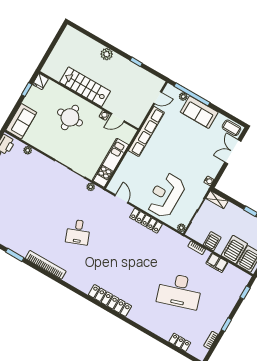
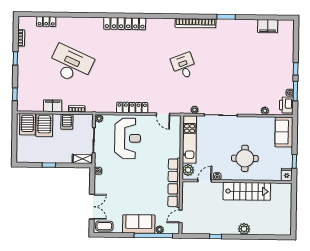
plant: (127, 136) -> (188, 170), added
desk: (179, 291) -> (71, 64), turned 42

